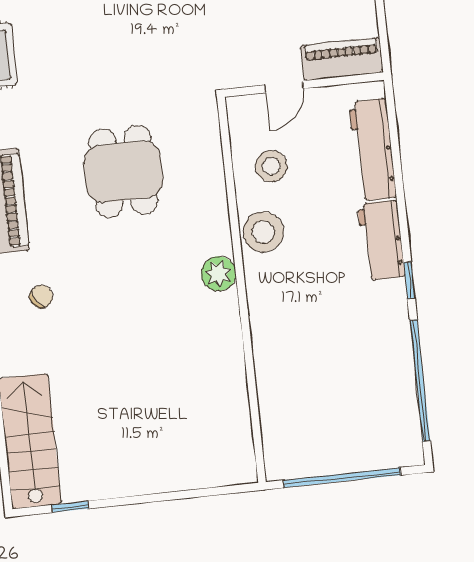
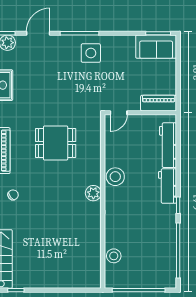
door: (284, 87) -> (119, 113), moved
stool: (271, 166) -> (114, 256), moved
dining table: (123, 172) -> (56, 143), turned 90

